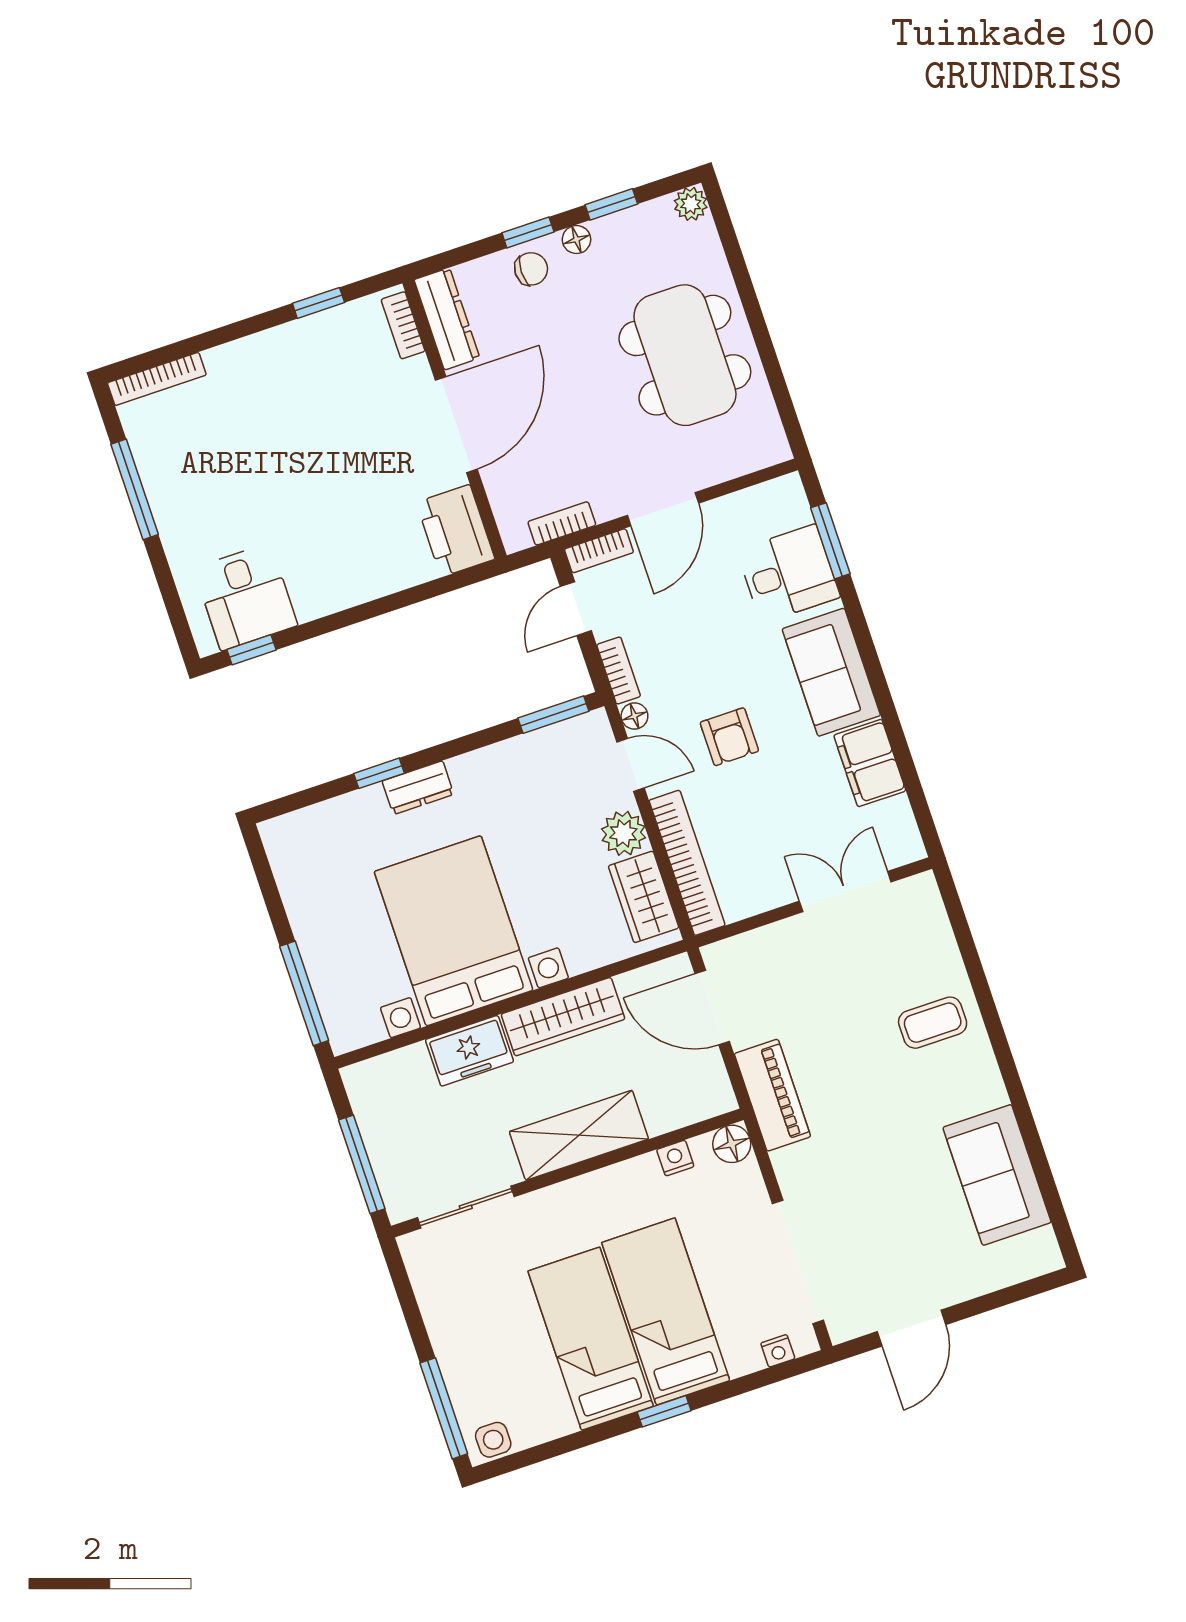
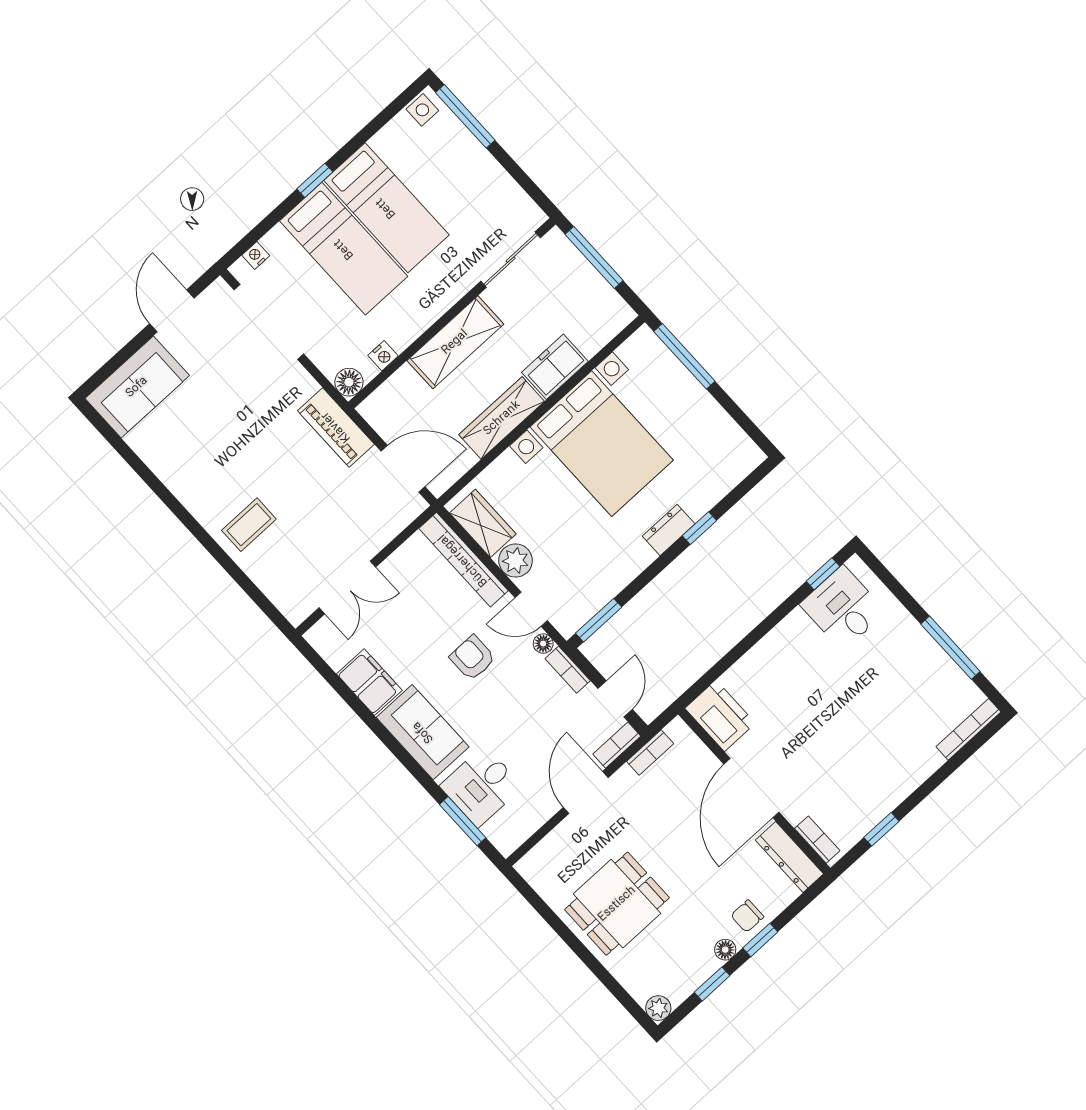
dining table: (685, 355) -> (617, 904), width x0.73
sofa: (997, 1175) -> (137, 387), moved, turned 90

